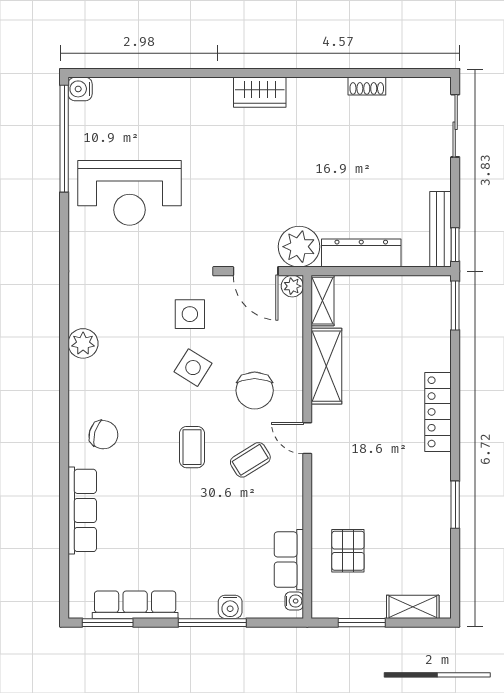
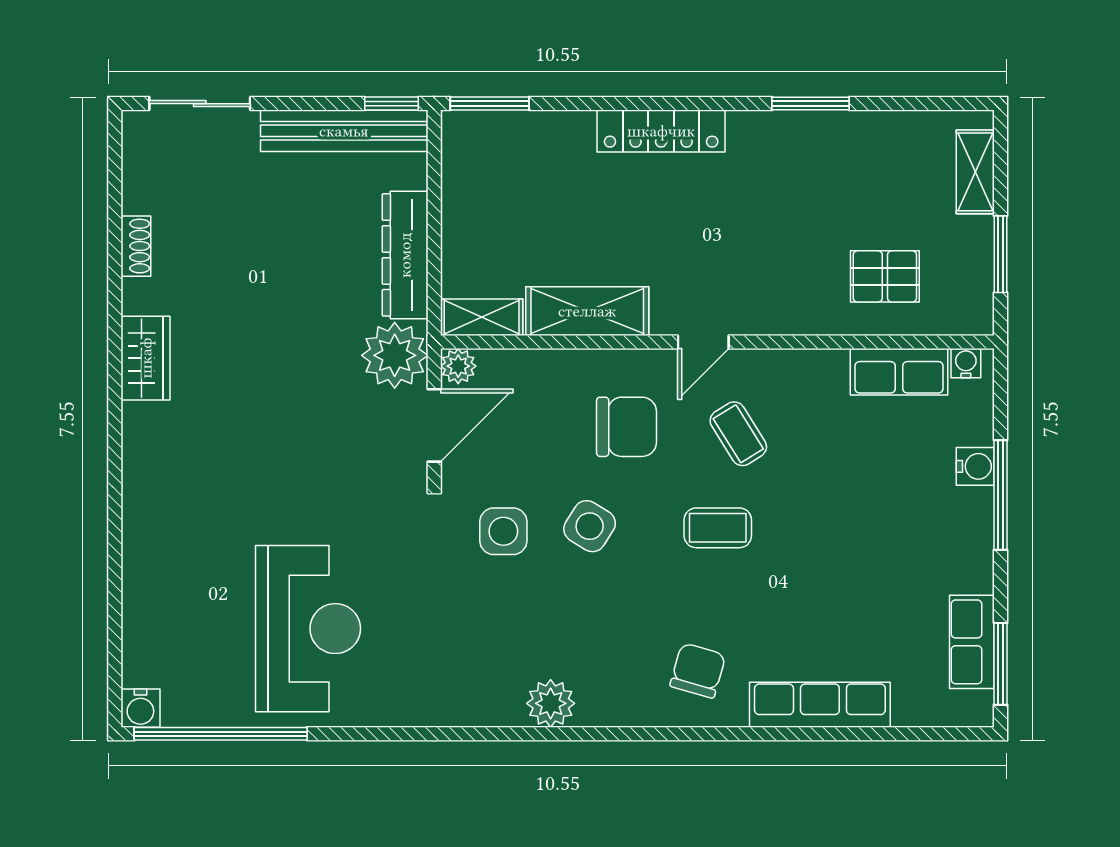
wardrobe: (260, 92) -> (146, 358), moved
bench: (441, 229) -> (344, 131), width x1.37, depth x1.21
row of seats: (135, 605) -> (972, 642), width x0.68

